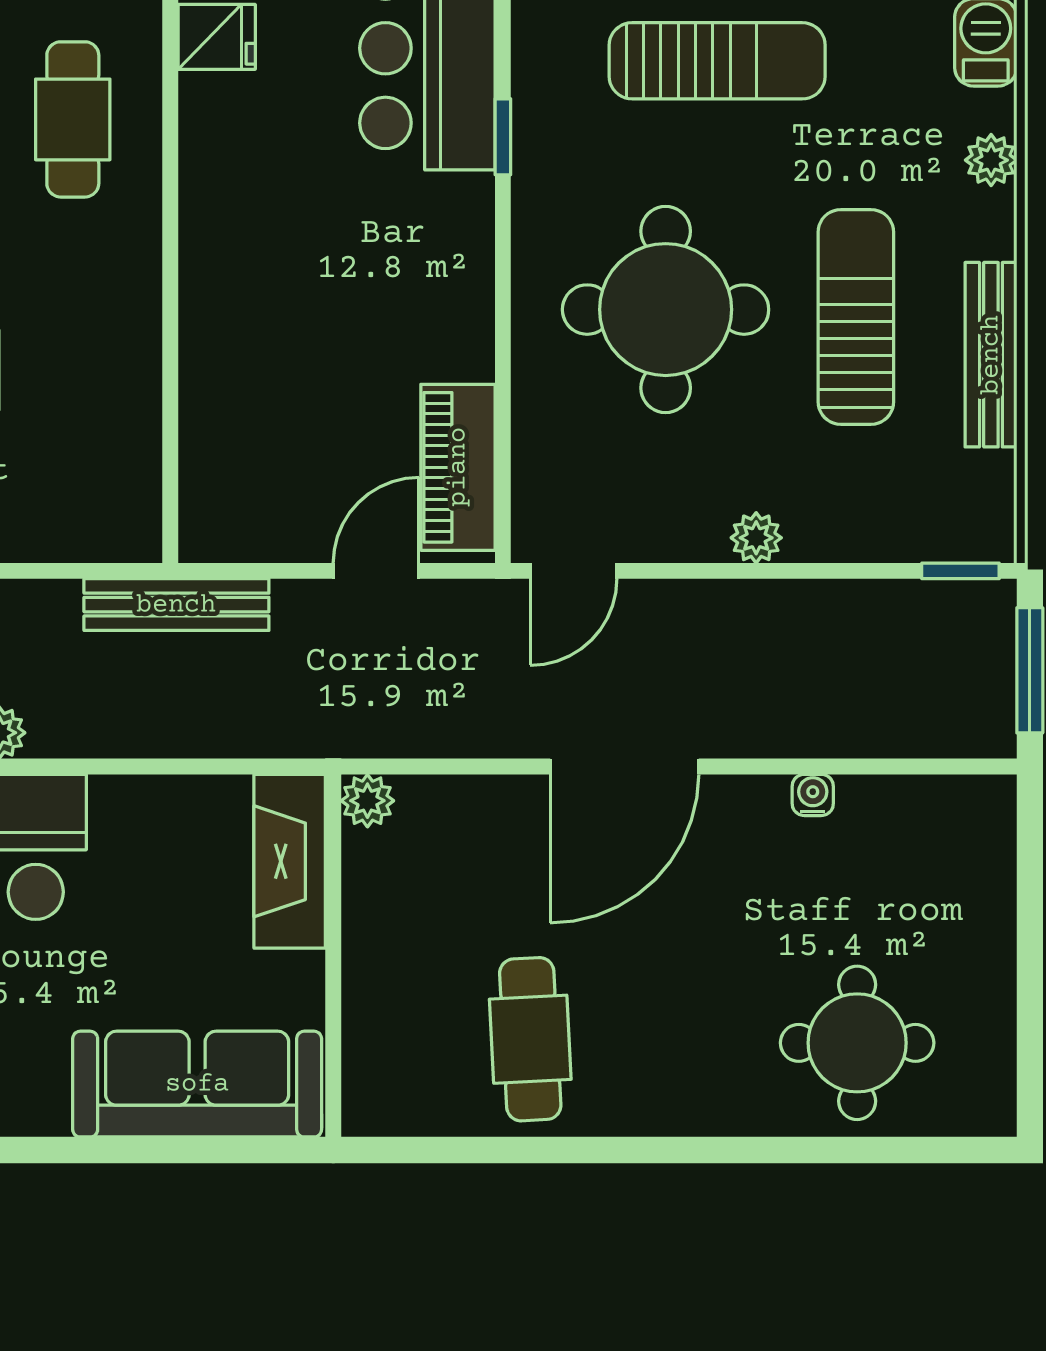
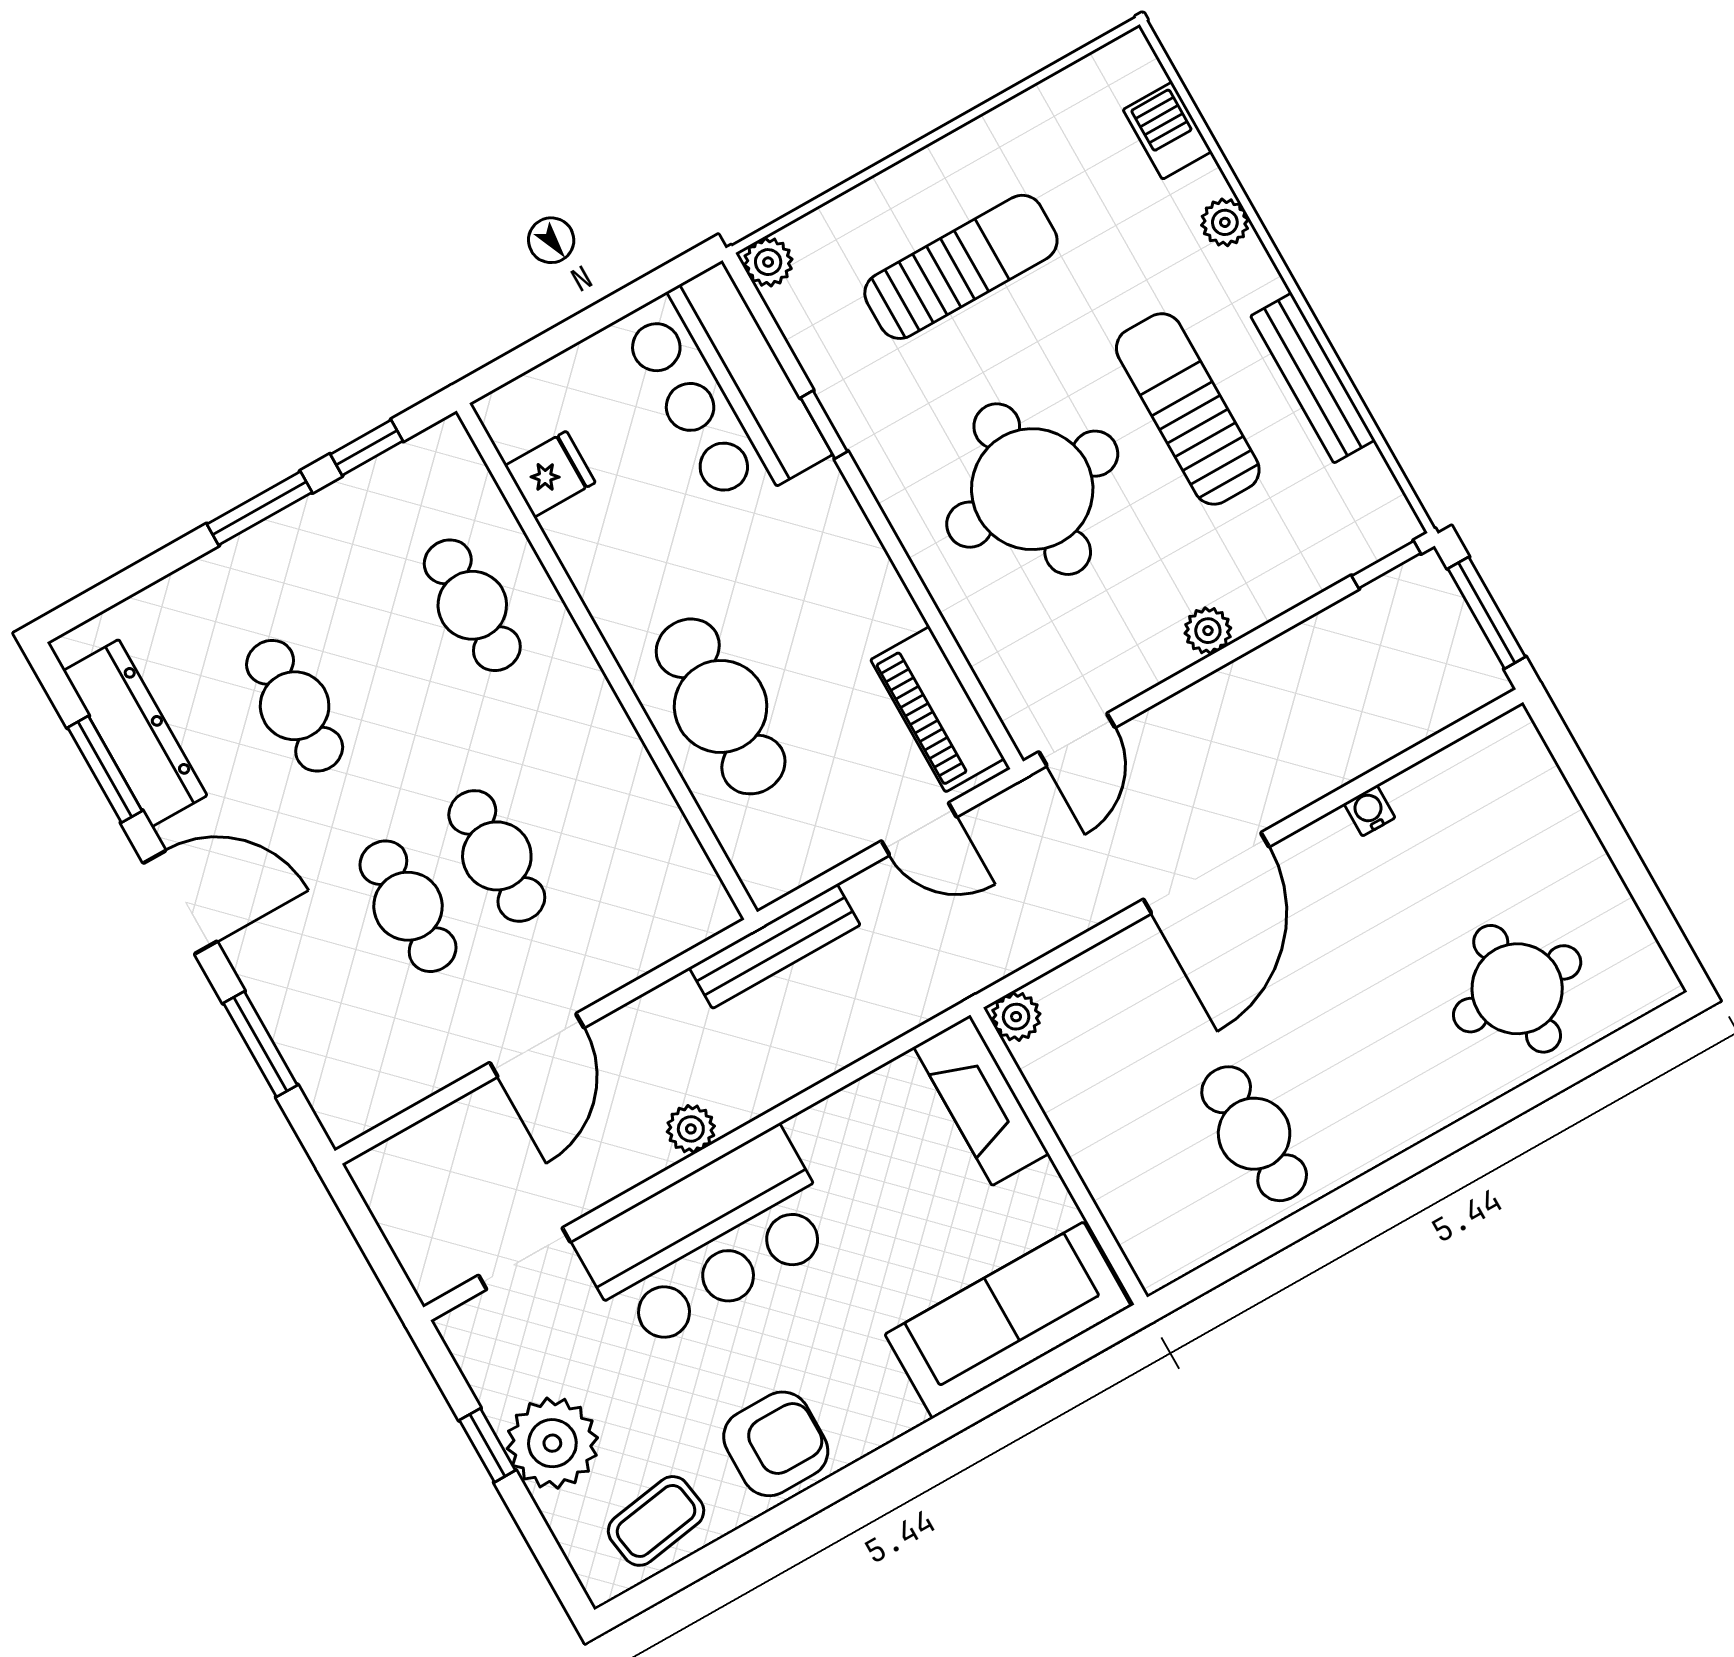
cafe table: (254, 348) -> (721, 706), added
door: (376, 571) -> (919, 829), swing flipped

